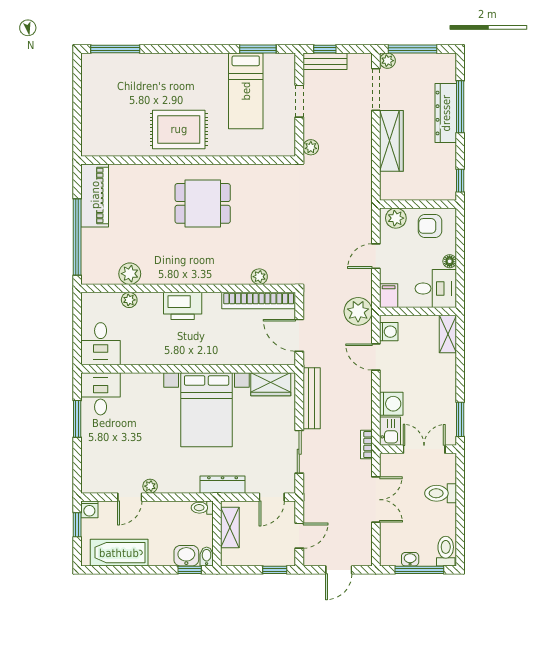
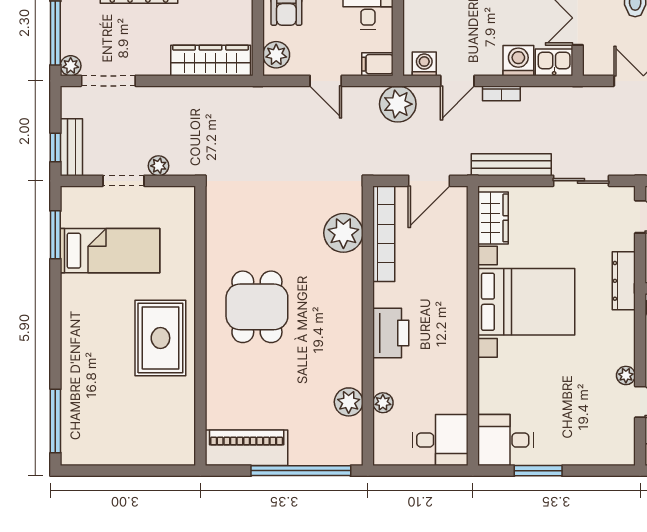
wardrobe: (391, 141) -> (211, 60), moved
plant: (311, 147) -> (159, 166), moved
plant: (259, 277) -> (343, 233), width x1.88, depth x1.88
bookcase: (366, 445) -> (501, 93), moved

